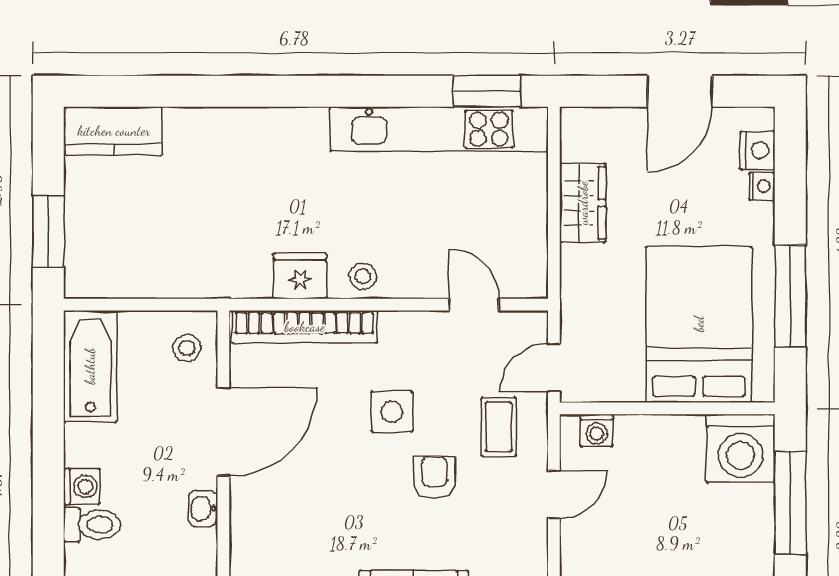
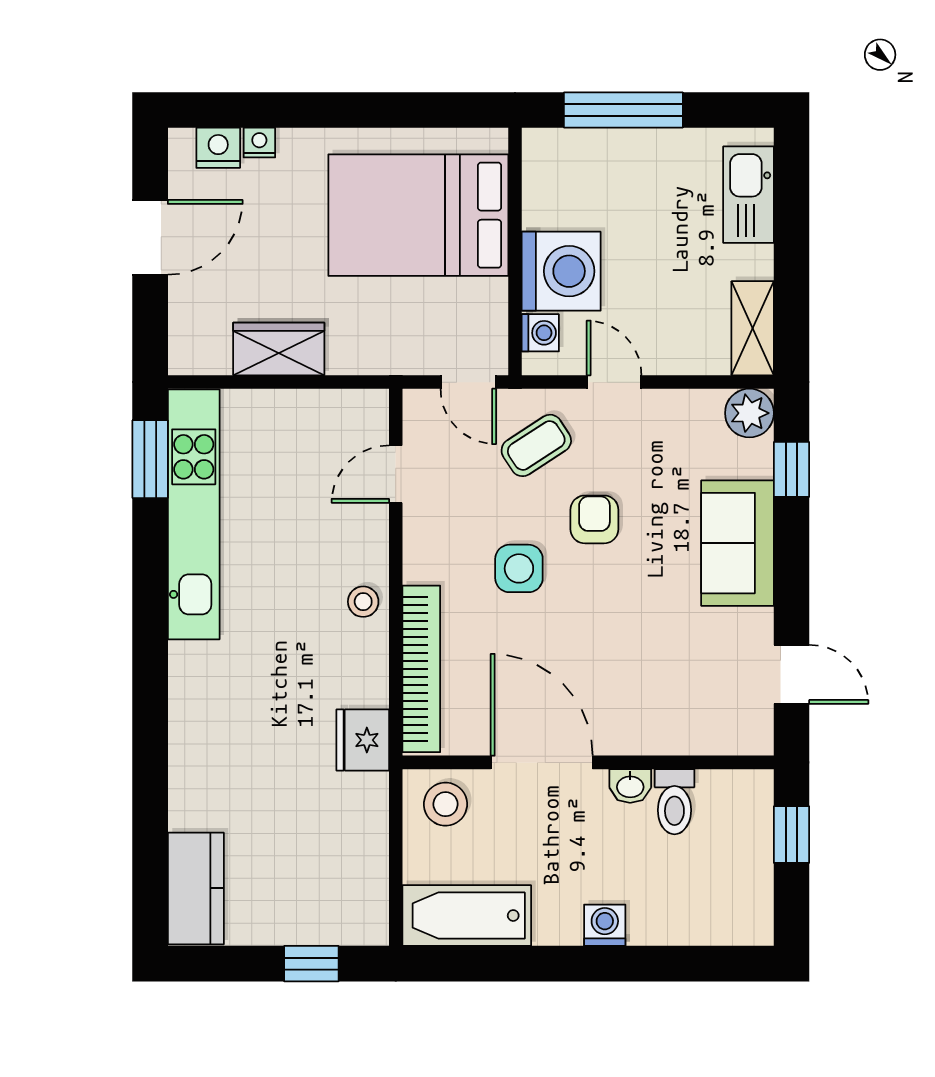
door: (680, 91) -> (150, 237), hinge flipped
window: (48, 231) -> (311, 964), width x0.67
fridge: (300, 276) -> (363, 740), moved
window: (790, 296) -> (386, 110), removed
stool: (187, 348) -> (446, 804), width x1.37, depth x1.37
coffee table: (499, 427) -> (536, 445), turned -33
washing machine: (741, 448) -> (561, 271), moved
armchair: (434, 477) -> (594, 519), turned 90
toilet: (92, 525) -> (674, 802), moved, turned 180

